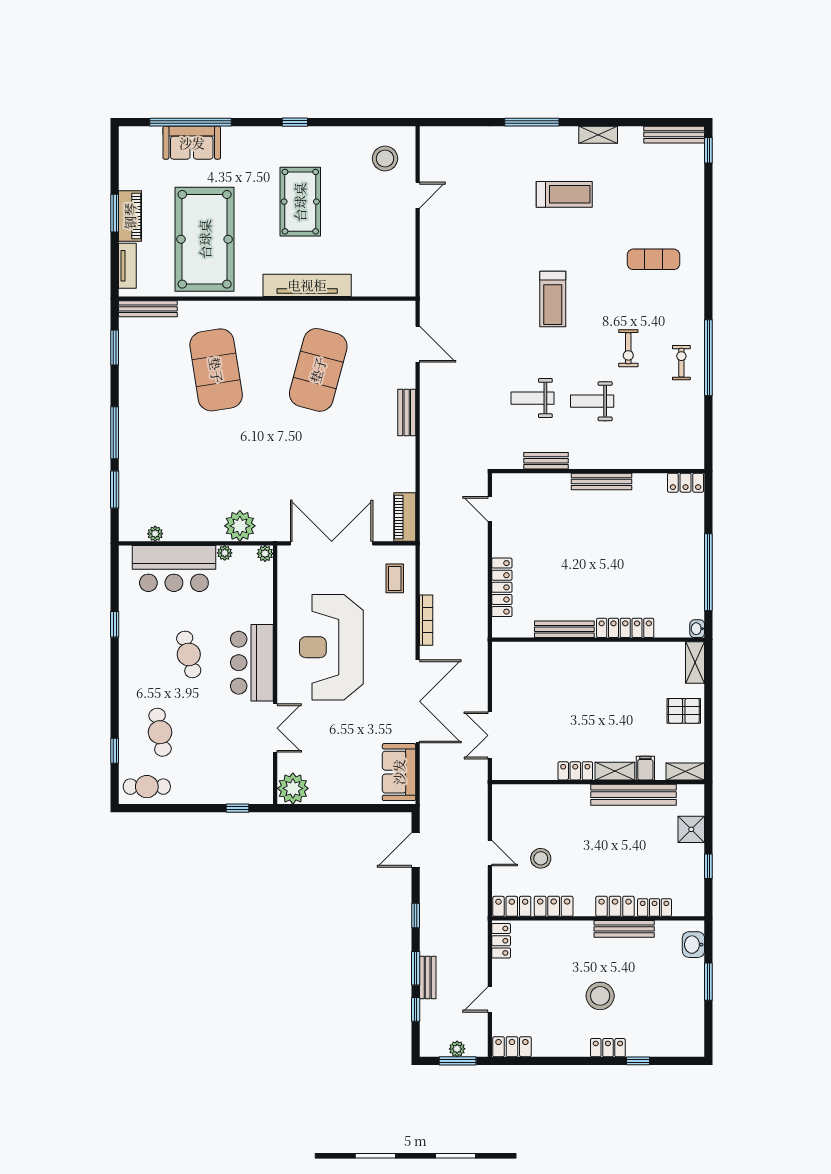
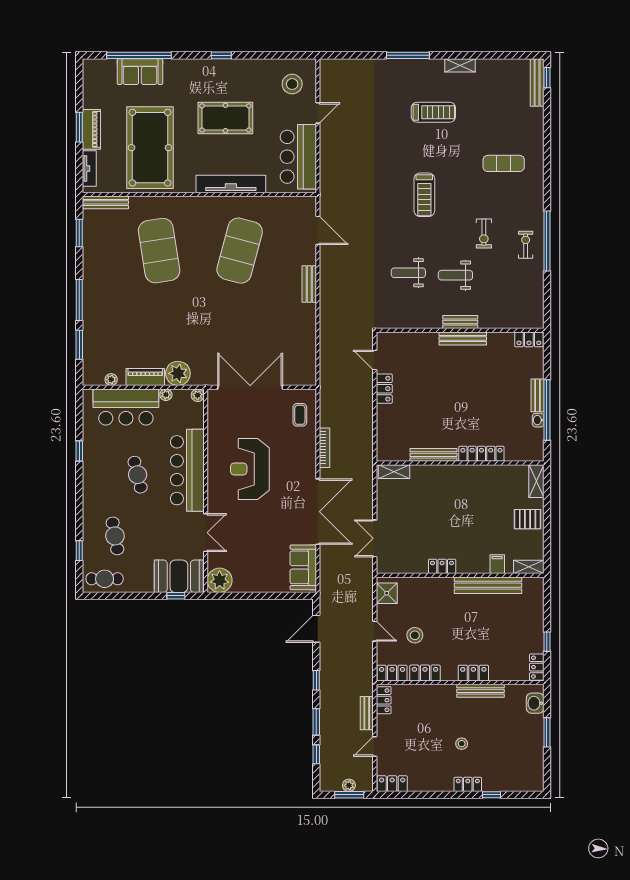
bench: (674, 135) -> (537, 82), moved, turned 90
pool table: (300, 202) -> (225, 118), turned 90
bar counter: (393, 251) -> (298, 157), added
bench: (546, 461) -> (460, 322), moved
piano: (405, 517) -> (145, 377), moved, turned 90
bench: (696, 554) -> (538, 395), added
locker: (502, 587) -> (384, 389), moved, width x0.66
washbasin: (697, 629) -> (538, 420), moved
reception desk: (331, 647) -> (250, 469), width x0.74, depth x0.77
bar counter: (252, 663) -> (187, 470), width x1.36
shelving: (615, 771) -> (394, 472), moved
booth: (241, 783) -> (179, 576), added
shower: (691, 829) -> (387, 593), moved
locker: (654, 907) -> (537, 667), moved, turned -90
bench: (428, 978) -> (367, 713), moved
stool: (600, 996) -> (462, 744), width x0.53, depth x0.53

